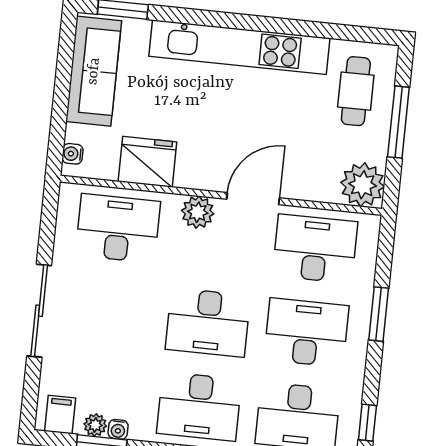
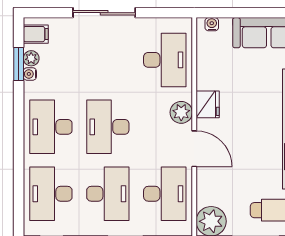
fridge: (147, 162) -> (208, 104), moved, width x0.73, depth x0.75

